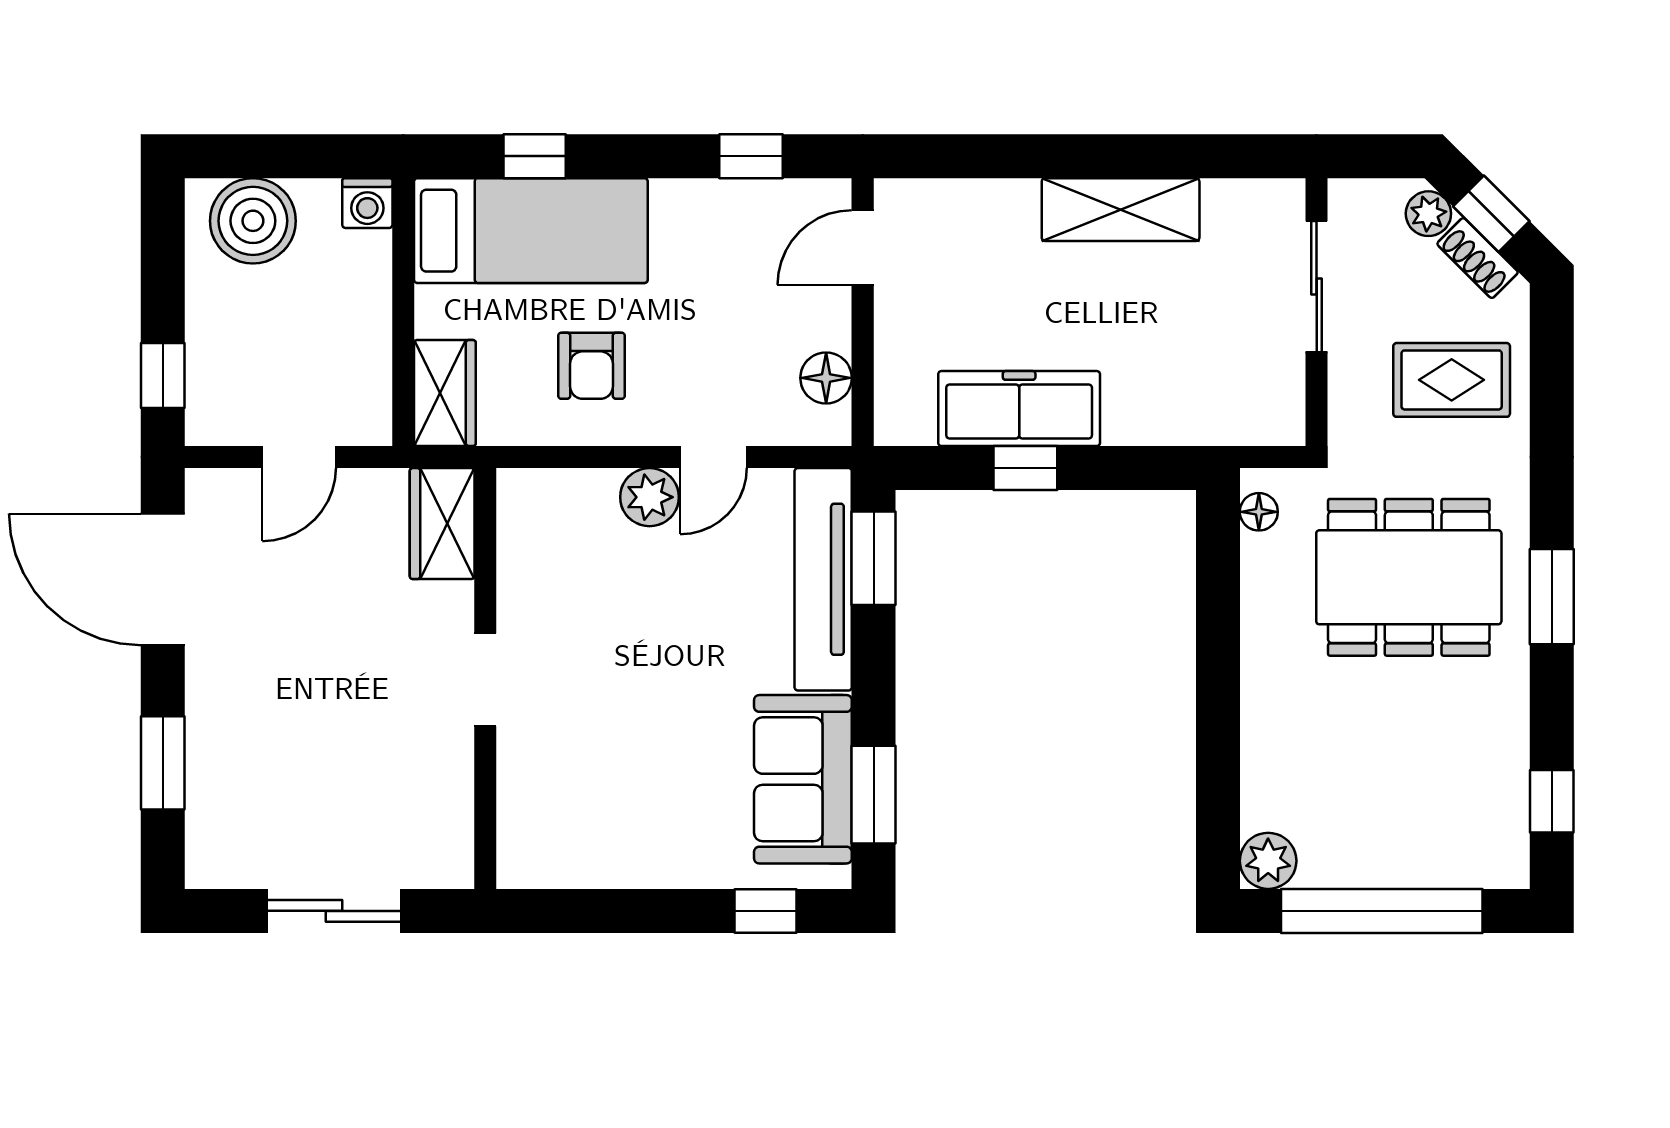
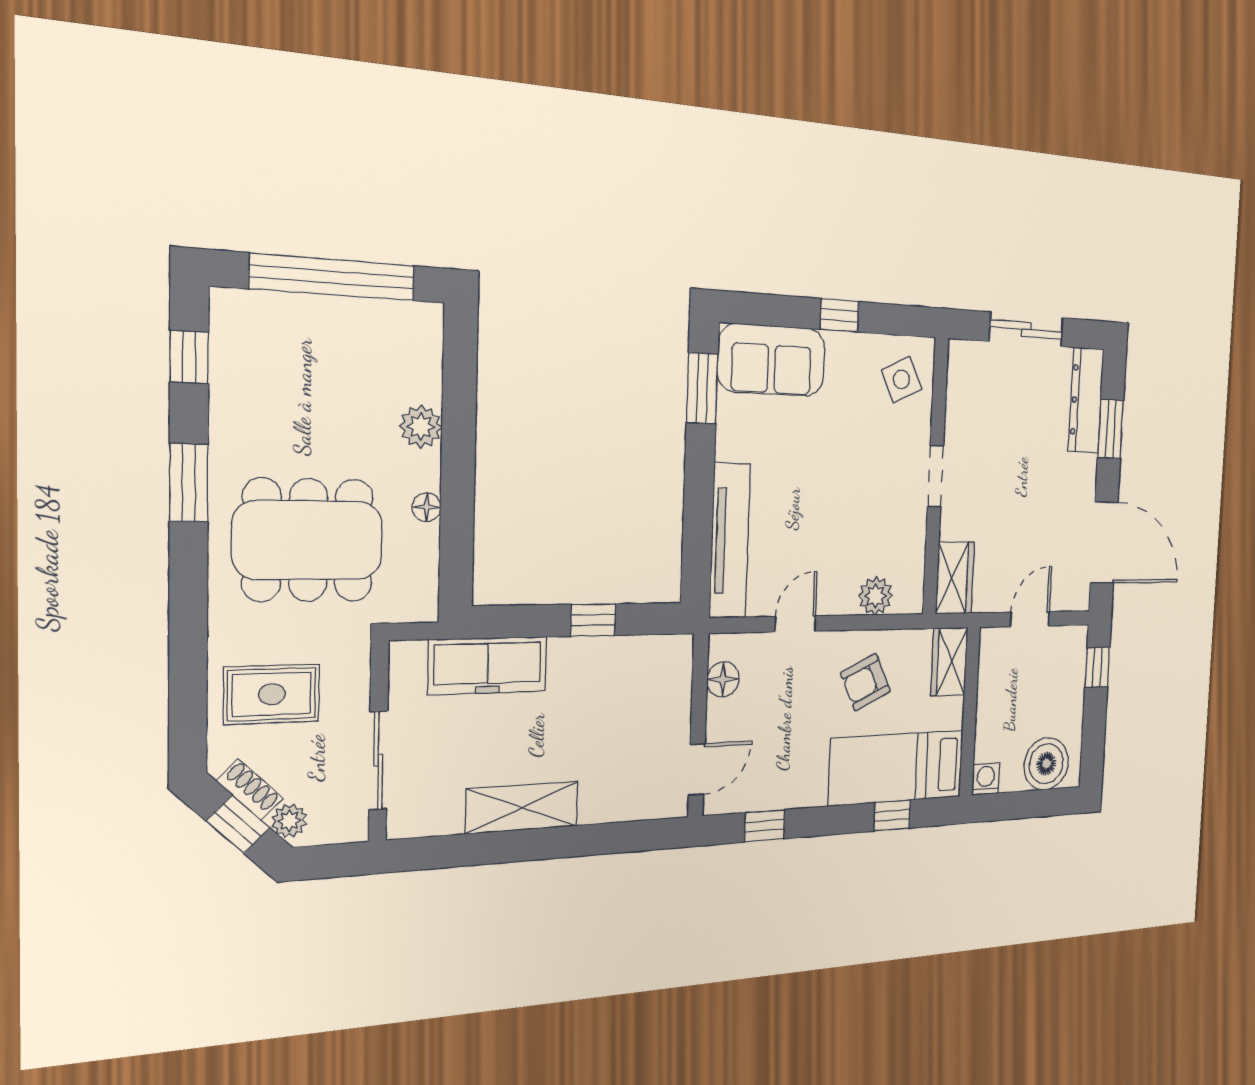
armchair: (591, 366) -> (865, 682), turned -115
freezer: (1019, 409) -> (488, 666), moved
plant: (650, 497) -> (876, 596), moved
floor lamp: (1259, 512) -> (426, 507), moved
window: (874, 558) -> (697, 555), removed
window: (1552, 597) -> (189, 483), moved
sofa: (803, 779) -> (772, 360), moved, turned 90
dresser: (214, 807) -> (1086, 400), added
side table: (552, 823) -> (902, 379), added
plant: (1268, 861) -> (421, 427), moved
window: (765, 911) -> (840, 315), moved

